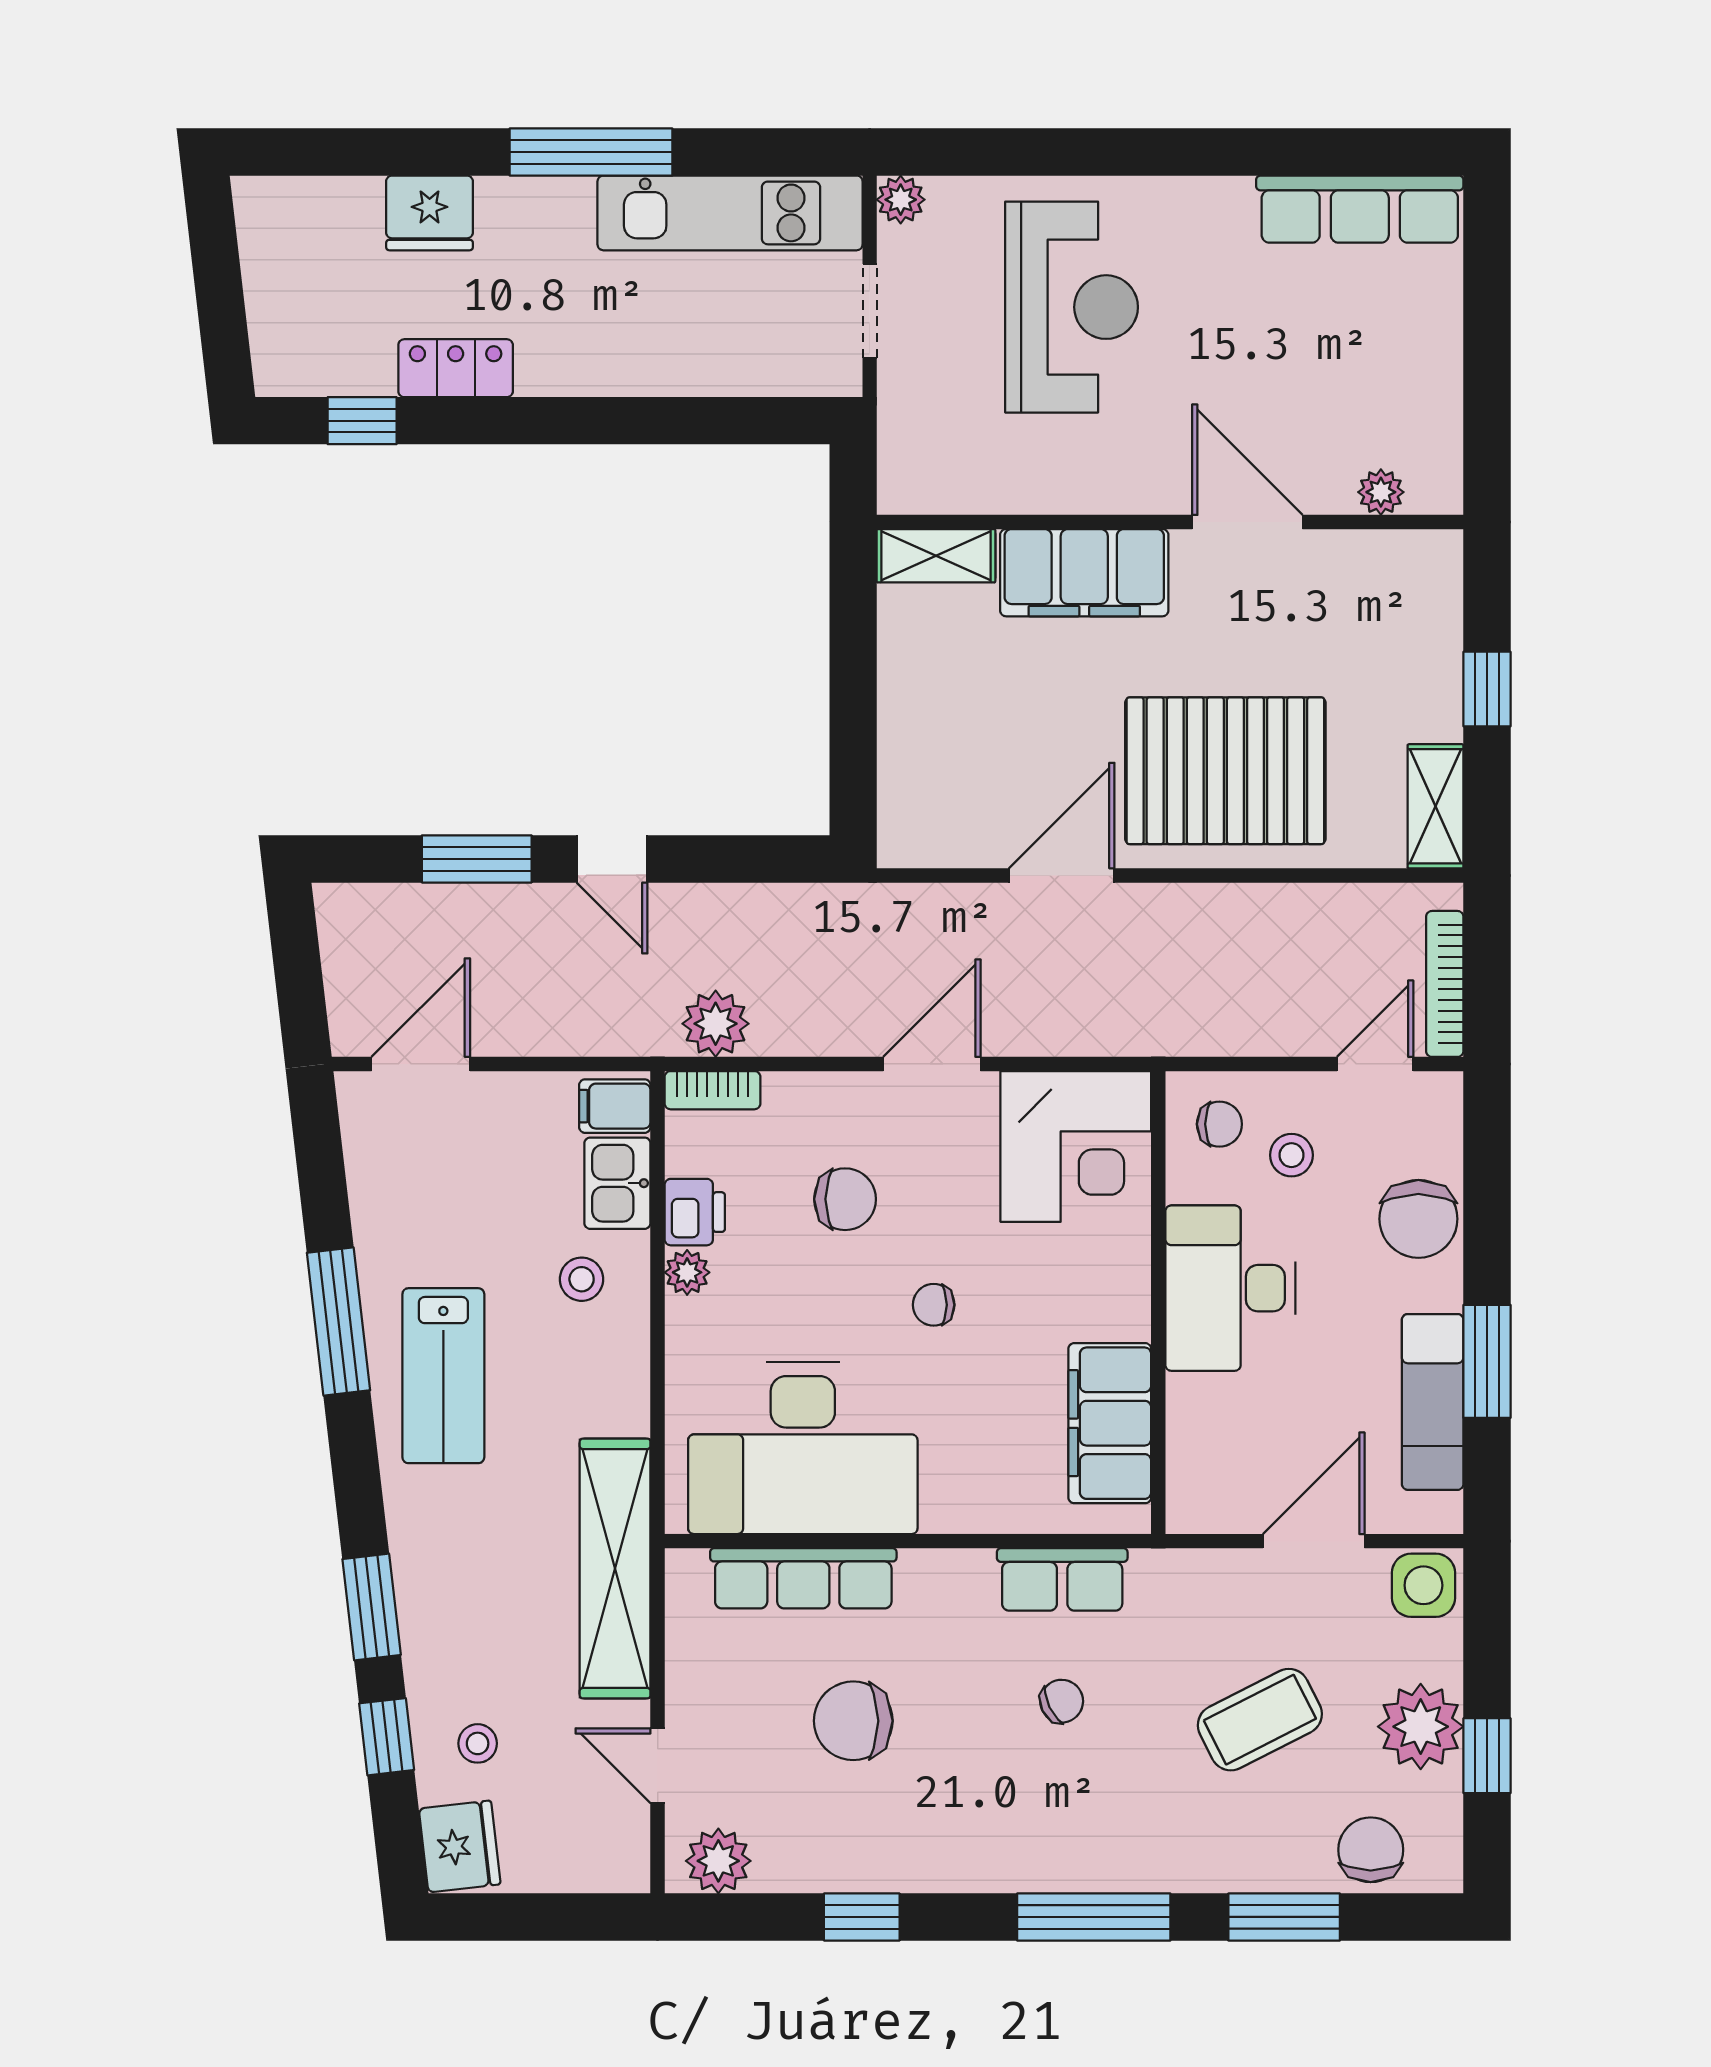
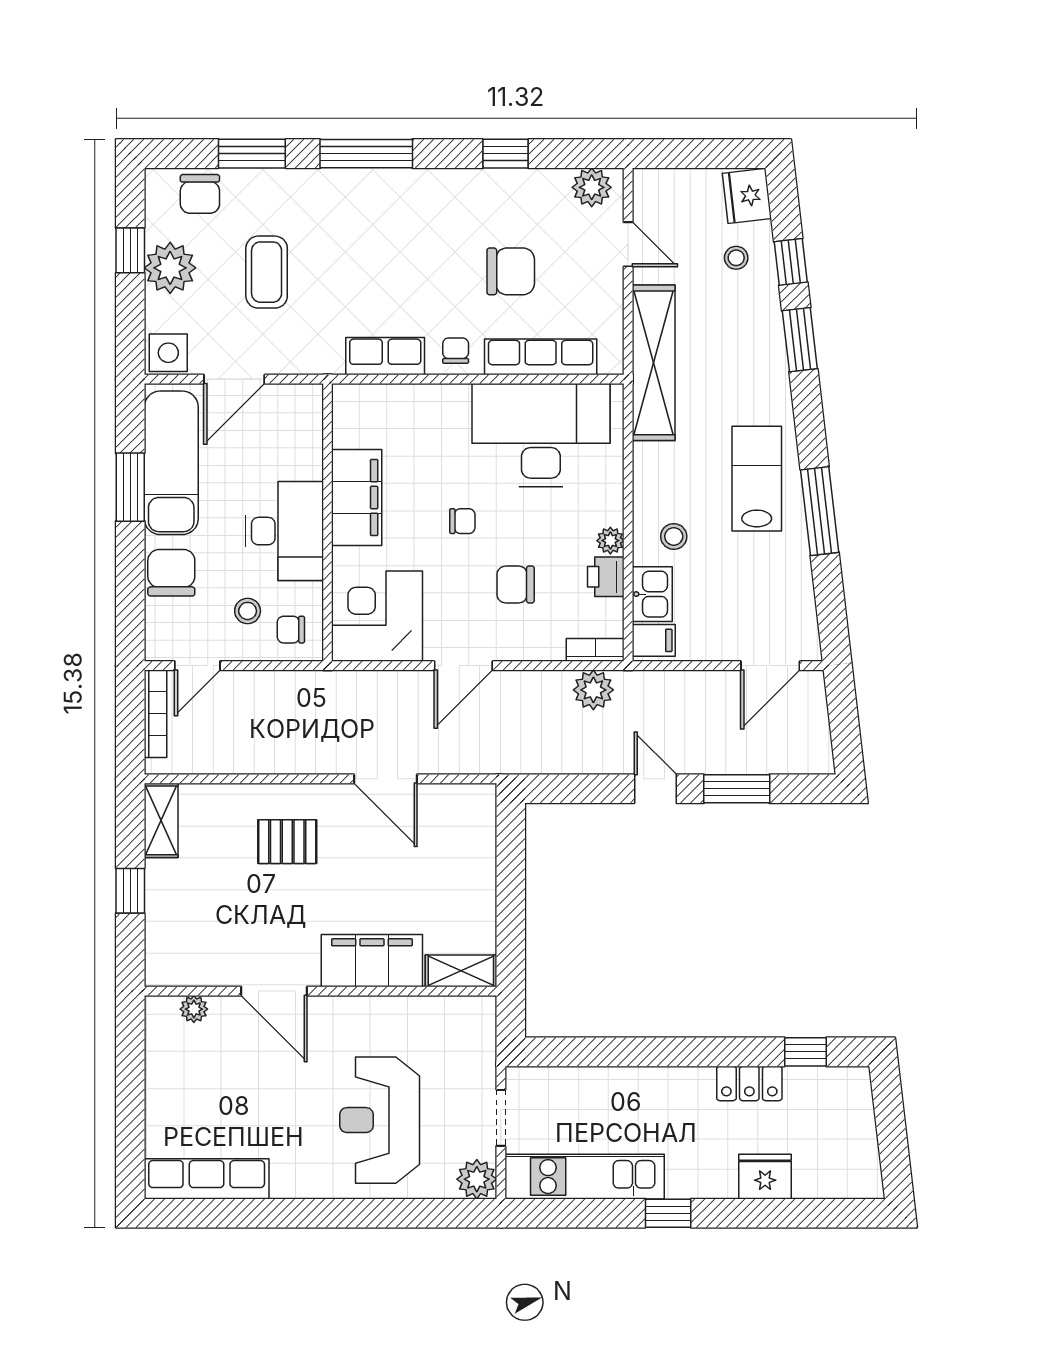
window: (591, 152) -> (668, 1213), width x0.46
plant: (901, 200) -> (477, 1179), width x1.38, depth x1.38
pallet: (1225, 771) -> (287, 842), width x0.49, depth x0.50
door: (1062, 875) -> (386, 779), hinge flipped
exam couch: (1433, 1402) -> (171, 463), width x1.36, depth x1.45
filing cabinet: (1110, 1423) -> (357, 498), moved
chair: (1062, 1701) -> (456, 351), moved, turned 116
coffee table: (1260, 1720) -> (267, 272), turned -63

